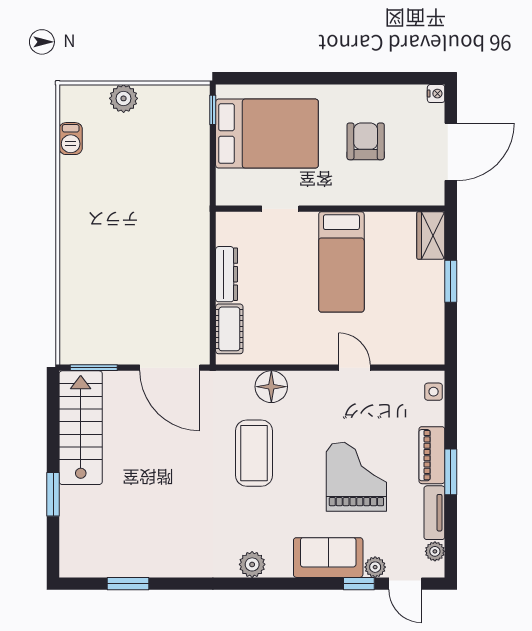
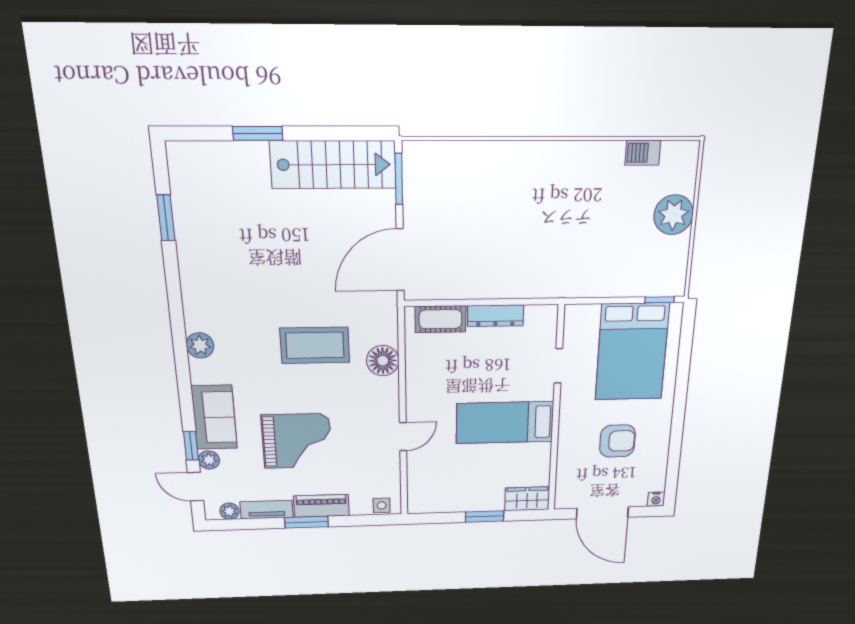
plant: (124, 98) -> (674, 215), width x1.36, depth x1.36
door: (405, 584) -> (195, 487), hinge flipped

